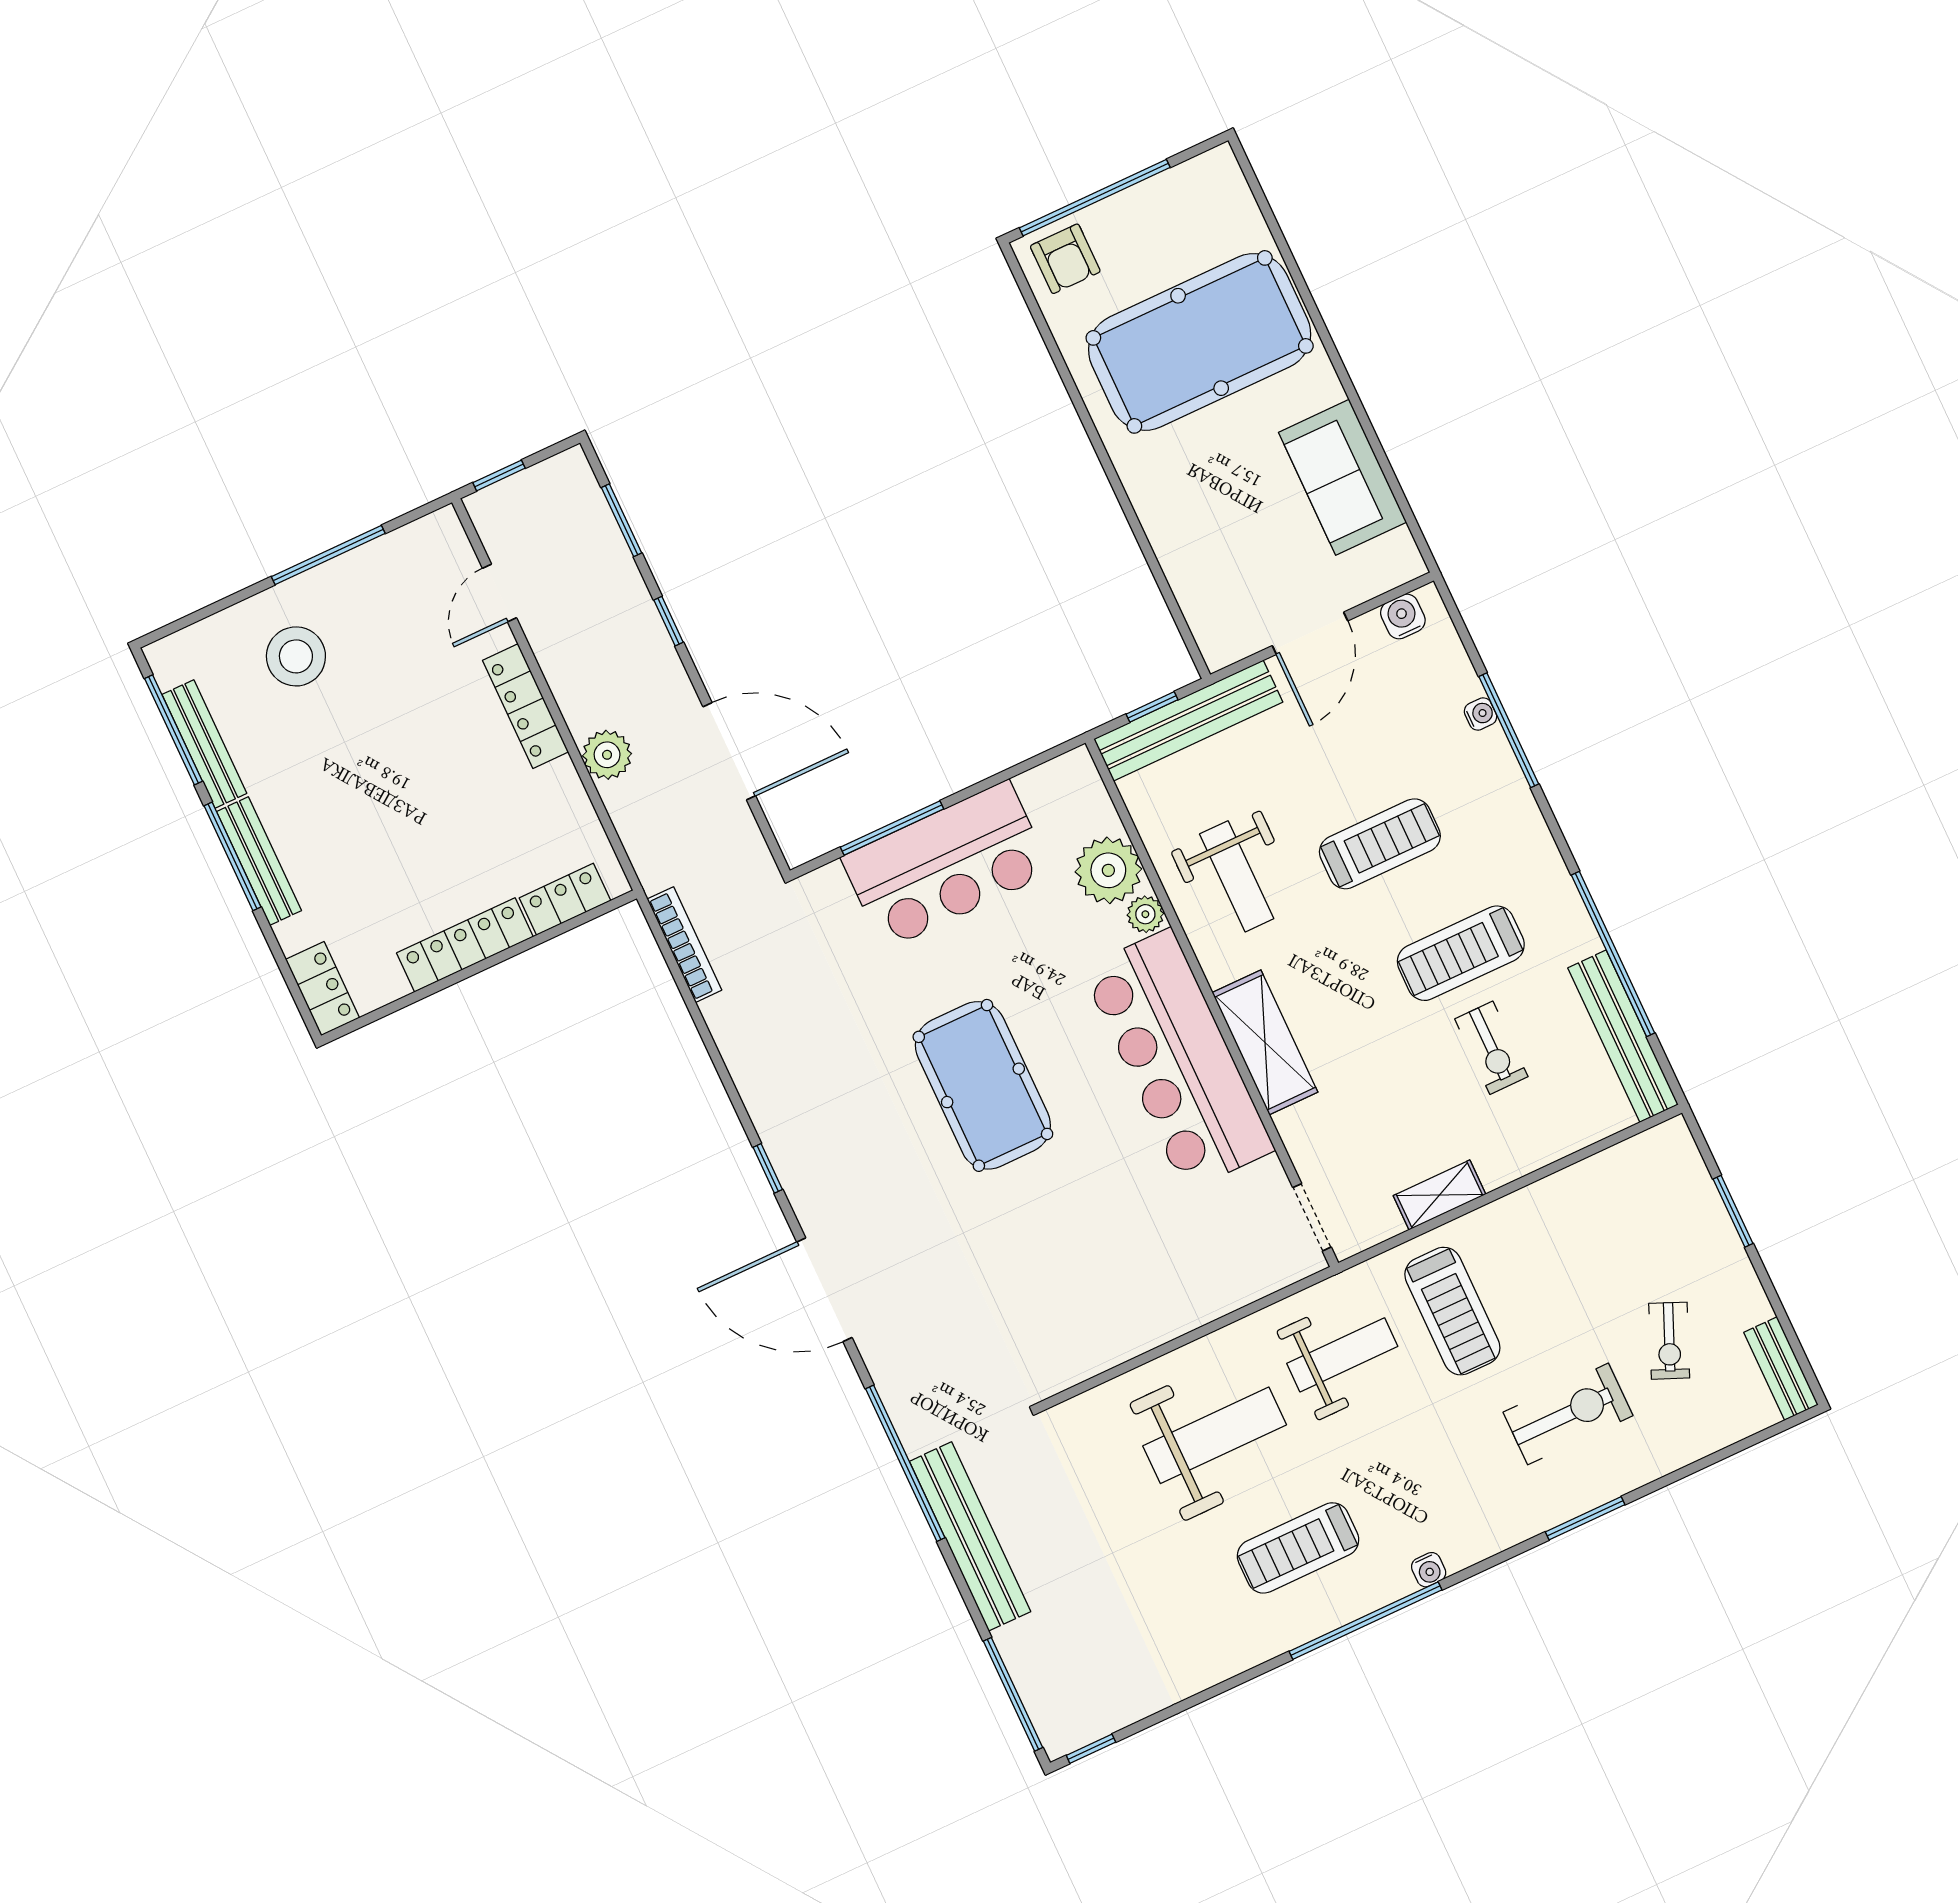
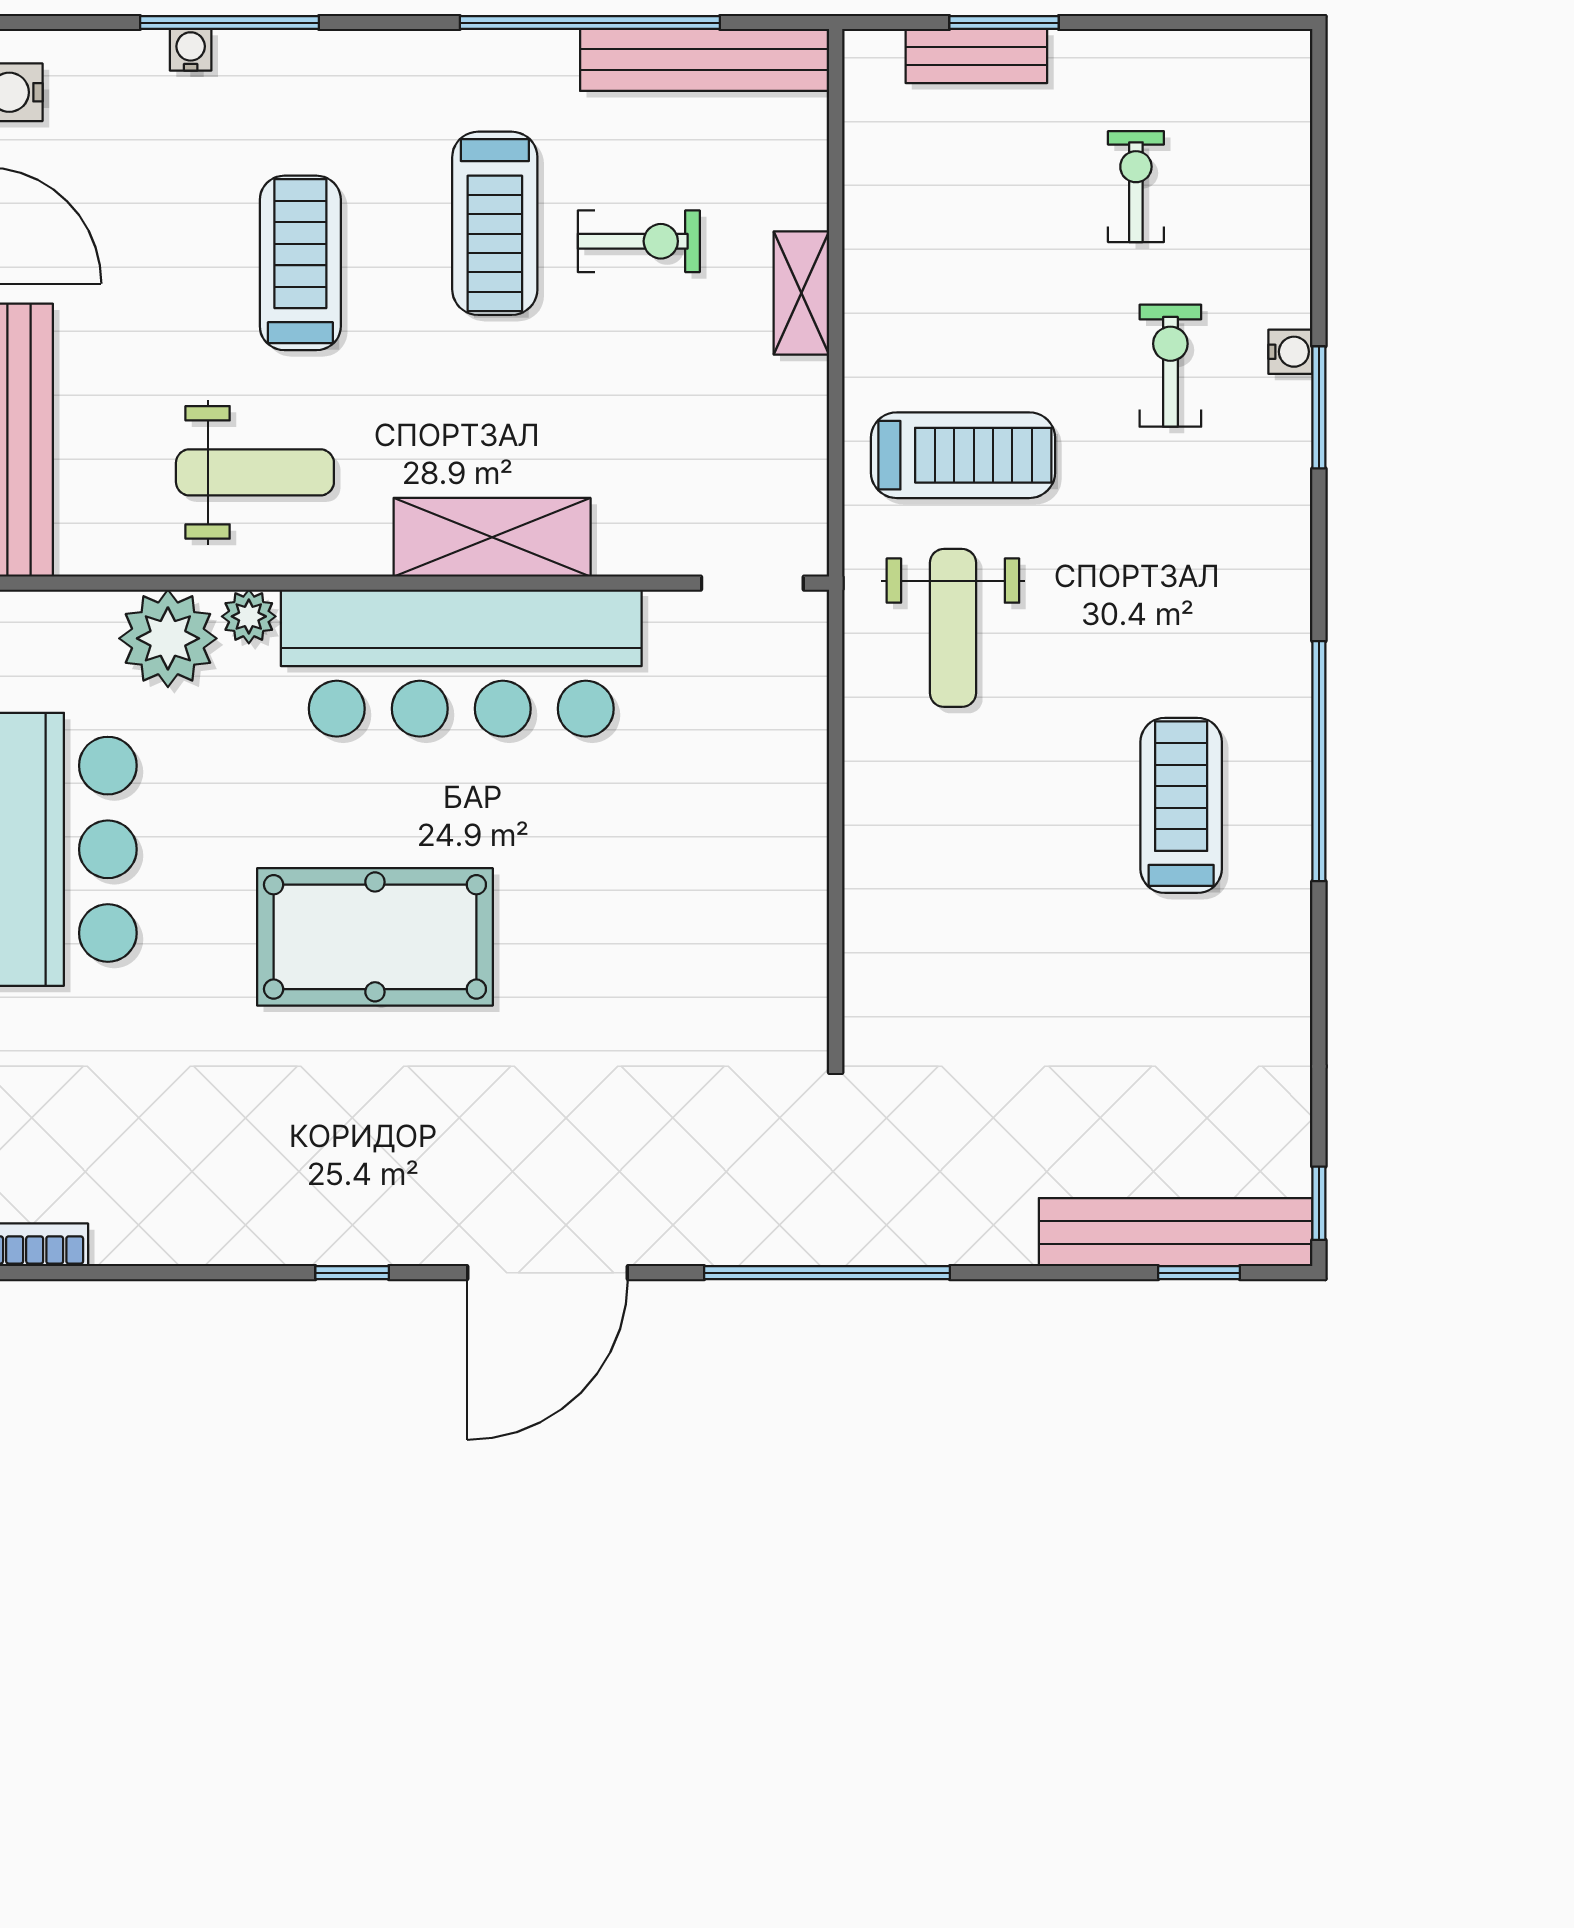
shelving: (1440, 1195) -> (801, 293), moved
exercise bike: (1669, 1341) -> (1136, 187), turned -113
weight bench: (1342, 1355) -> (953, 628), turned 180
bench: (1781, 1369) -> (976, 56), moved
exercise bike: (1568, 1414) -> (1170, 366), width x0.73, depth x0.72
weight bench: (1215, 1435) -> (981, 846), removed
bench: (970, 1536) -> (1176, 1232), moved
treadmill: (1298, 1548) -> (1181, 805), turned 180
water cooler: (1429, 1570) -> (1290, 352), moved
window: (1013, 1694) -> (1199, 1273), width x0.46

